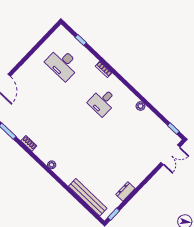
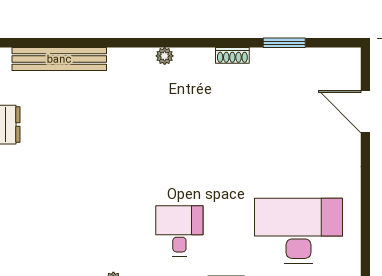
desk: (63, 64) -> (299, 231), width x1.36, depth x1.30

